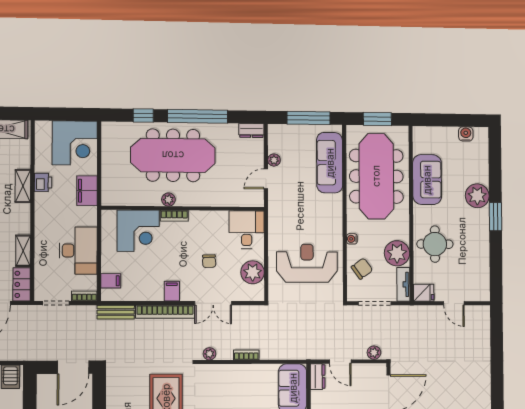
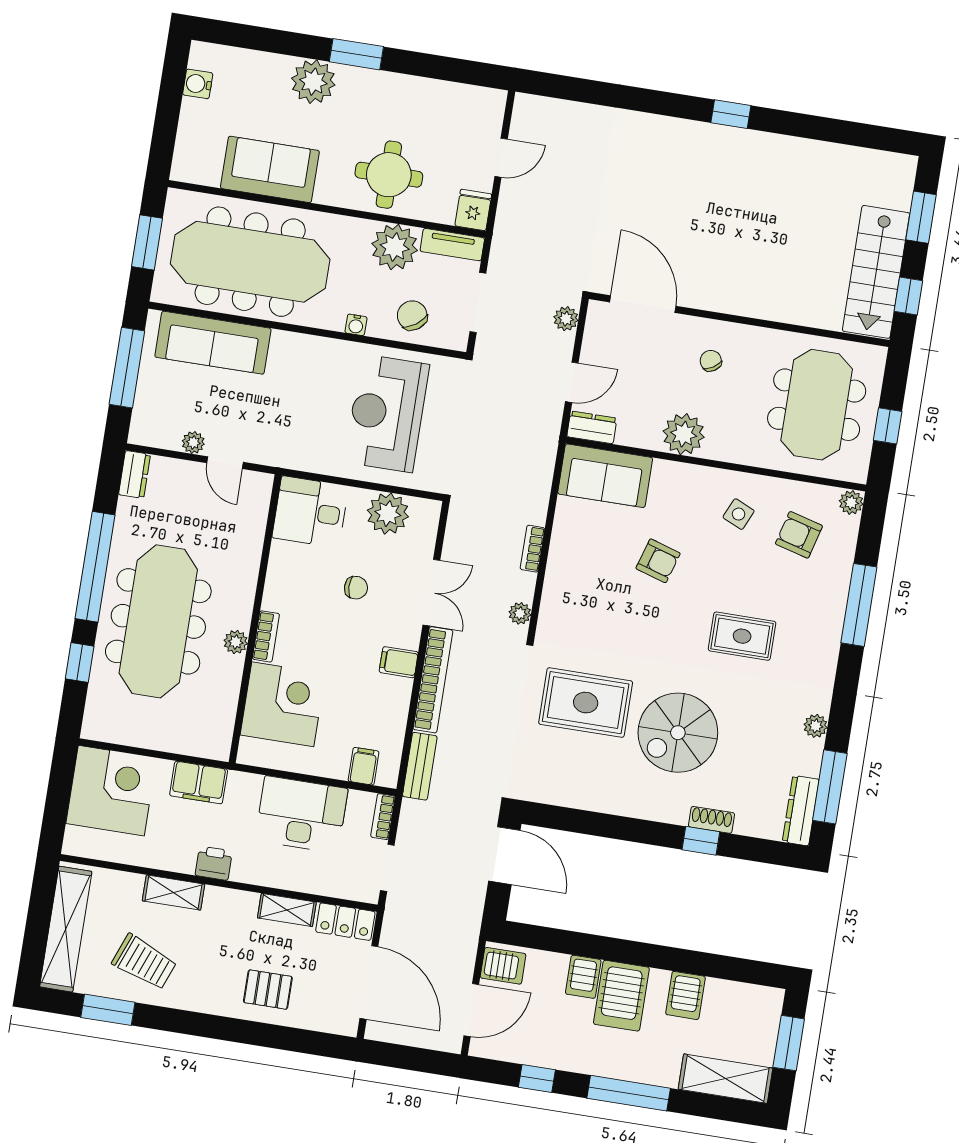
printer: (43, 182) -> (214, 863), moved

